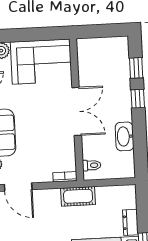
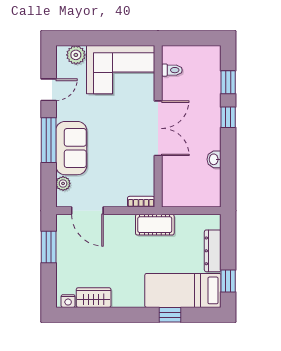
washbasin: (125, 136) -> (214, 159), width x0.52, depth x0.69
toilet: (92, 165) -> (172, 70), moved
dresser: (130, 222) -> (213, 251), width x1.44

